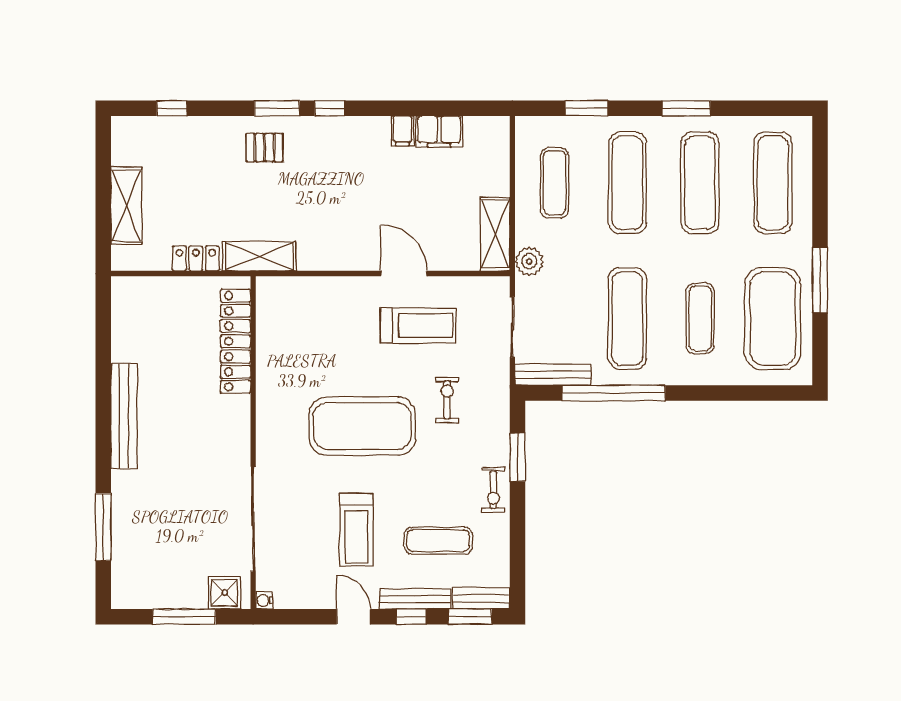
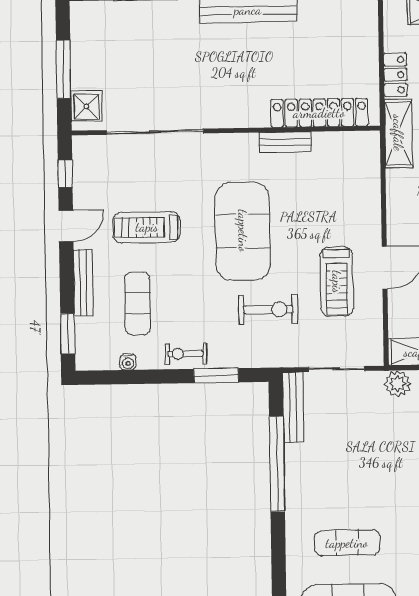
exercise mat: (627, 319) -> (346, 475), removed
exercise bike: (447, 400) -> (268, 310), width x1.38, depth x1.39
bench: (481, 598) -> (285, 142), moved, turned 90
water cooler: (264, 600) -> (128, 362), moved, turned 180
window: (411, 617) -> (65, 174), moved

